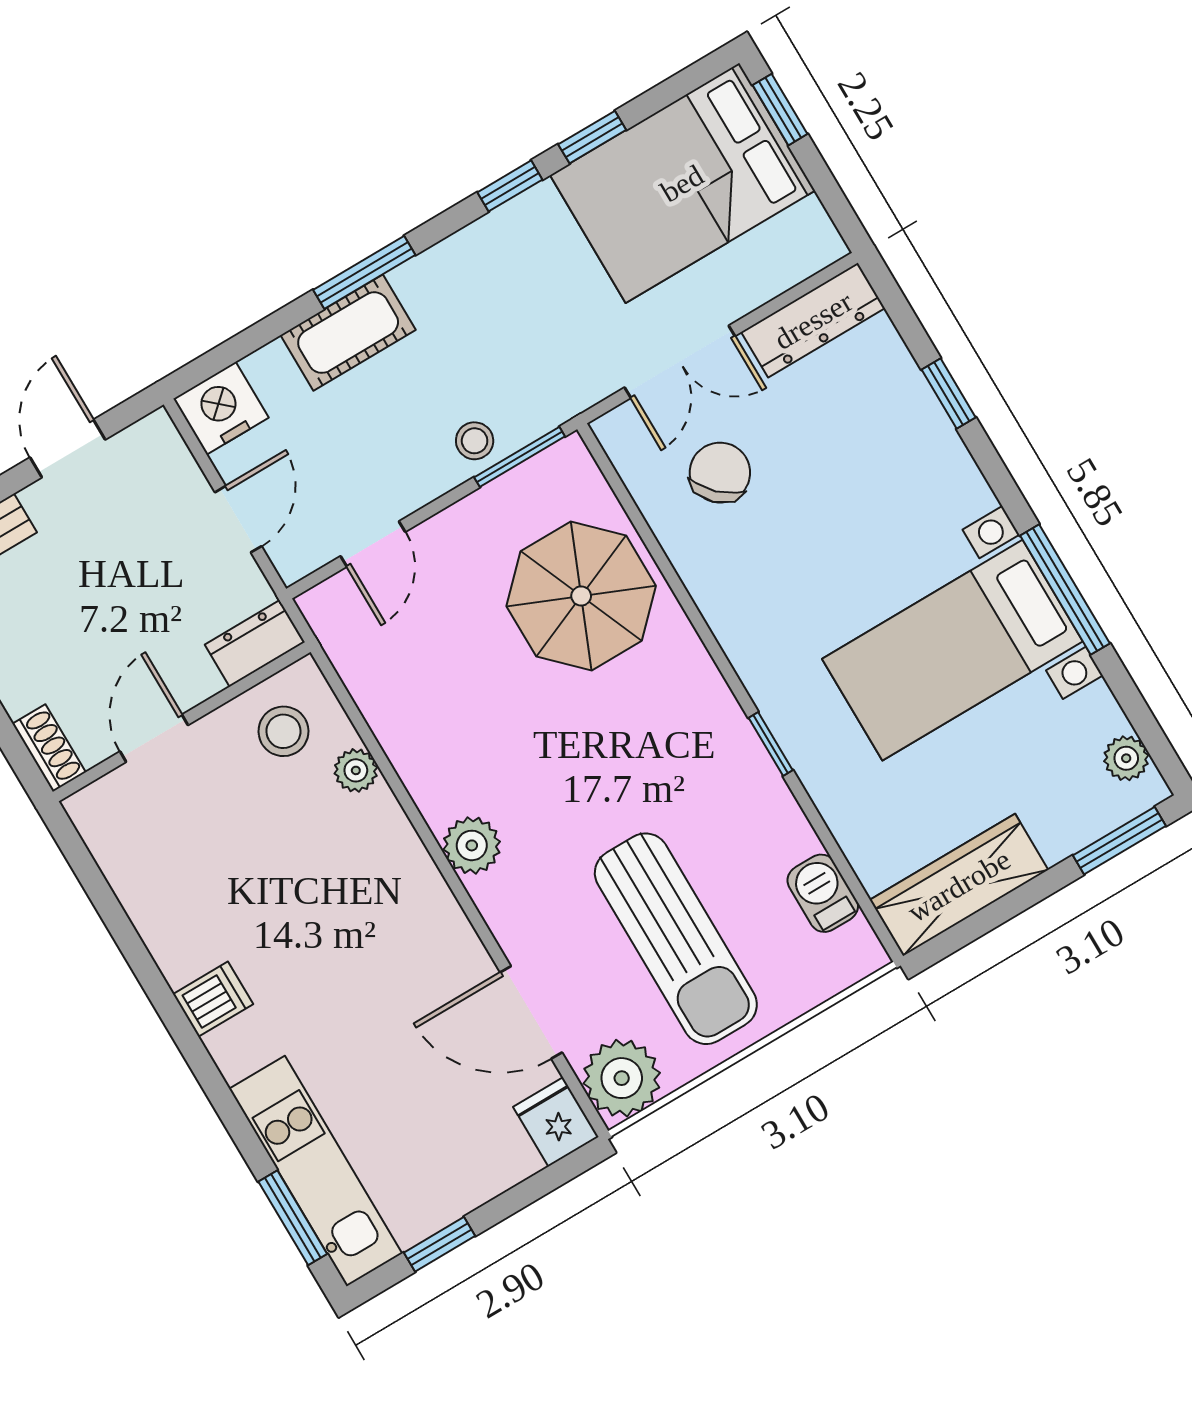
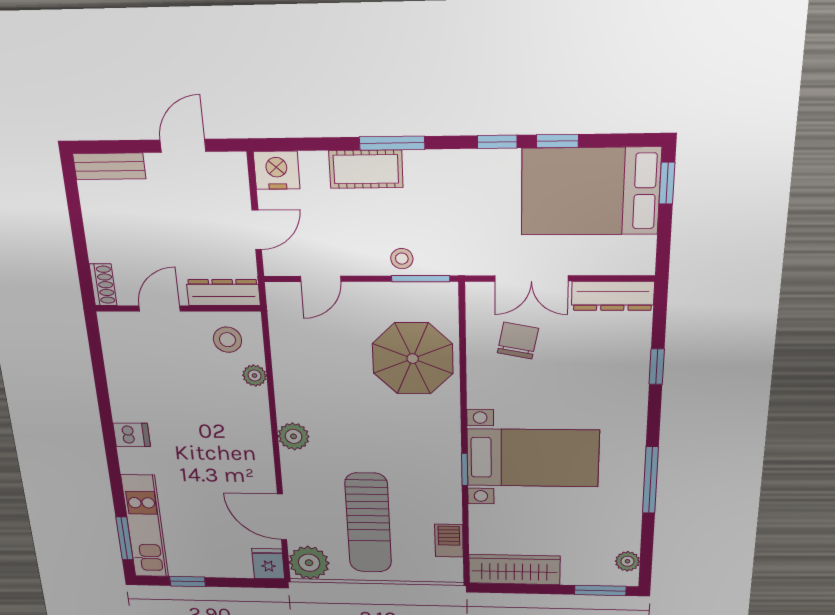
chair: (720, 473) -> (518, 341), turned -33
dresser: (255, 643) -> (223, 293), width x1.44
bed with nightstands: (952, 650) -> (533, 458), moved, turned 180

